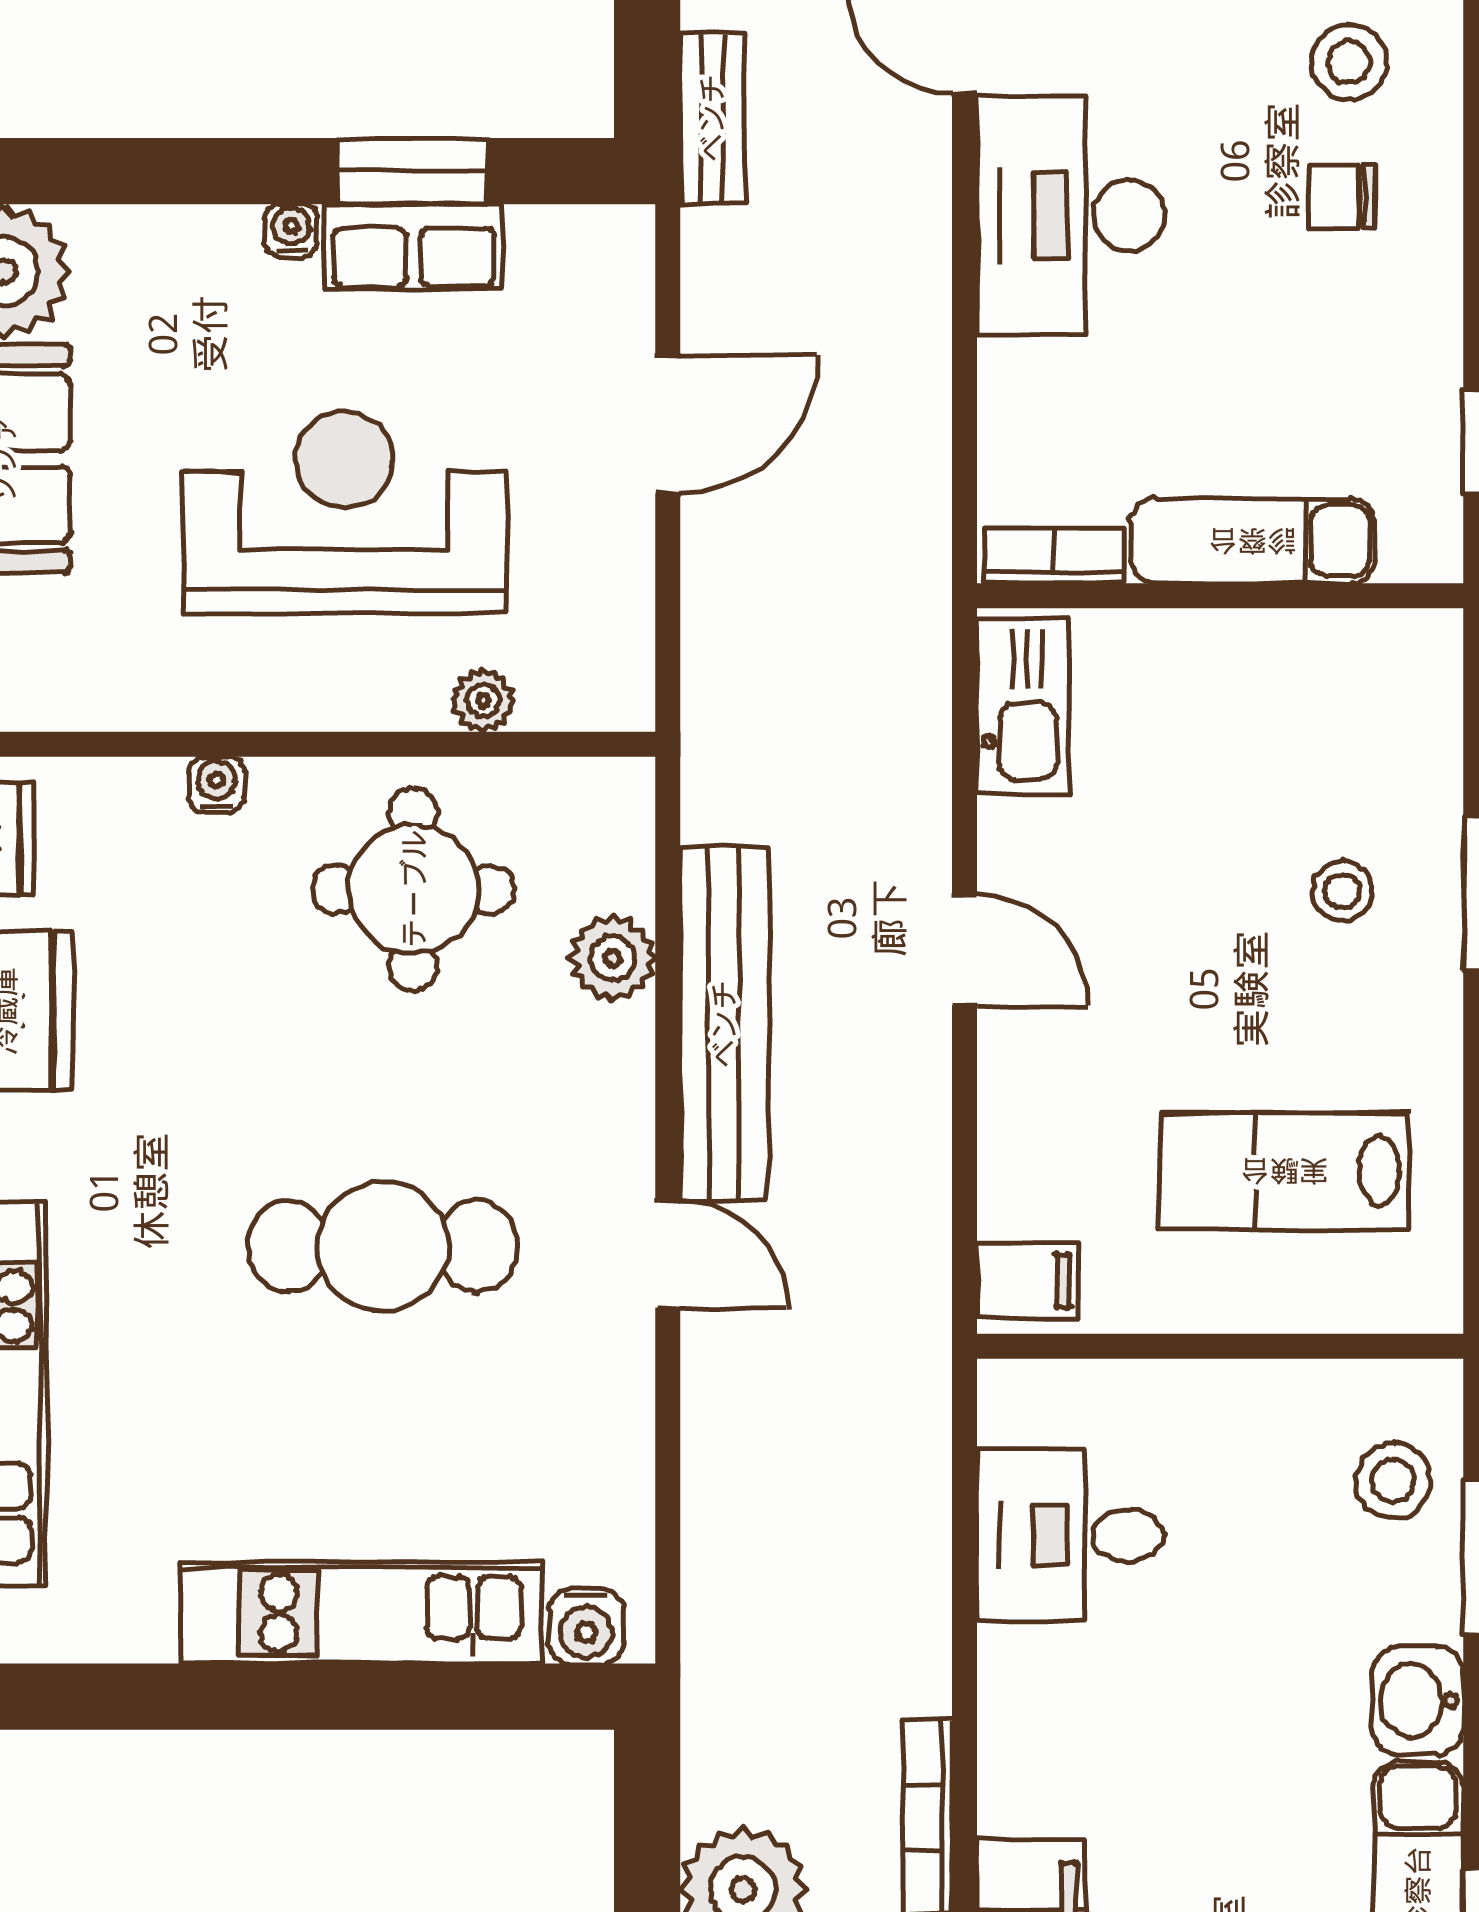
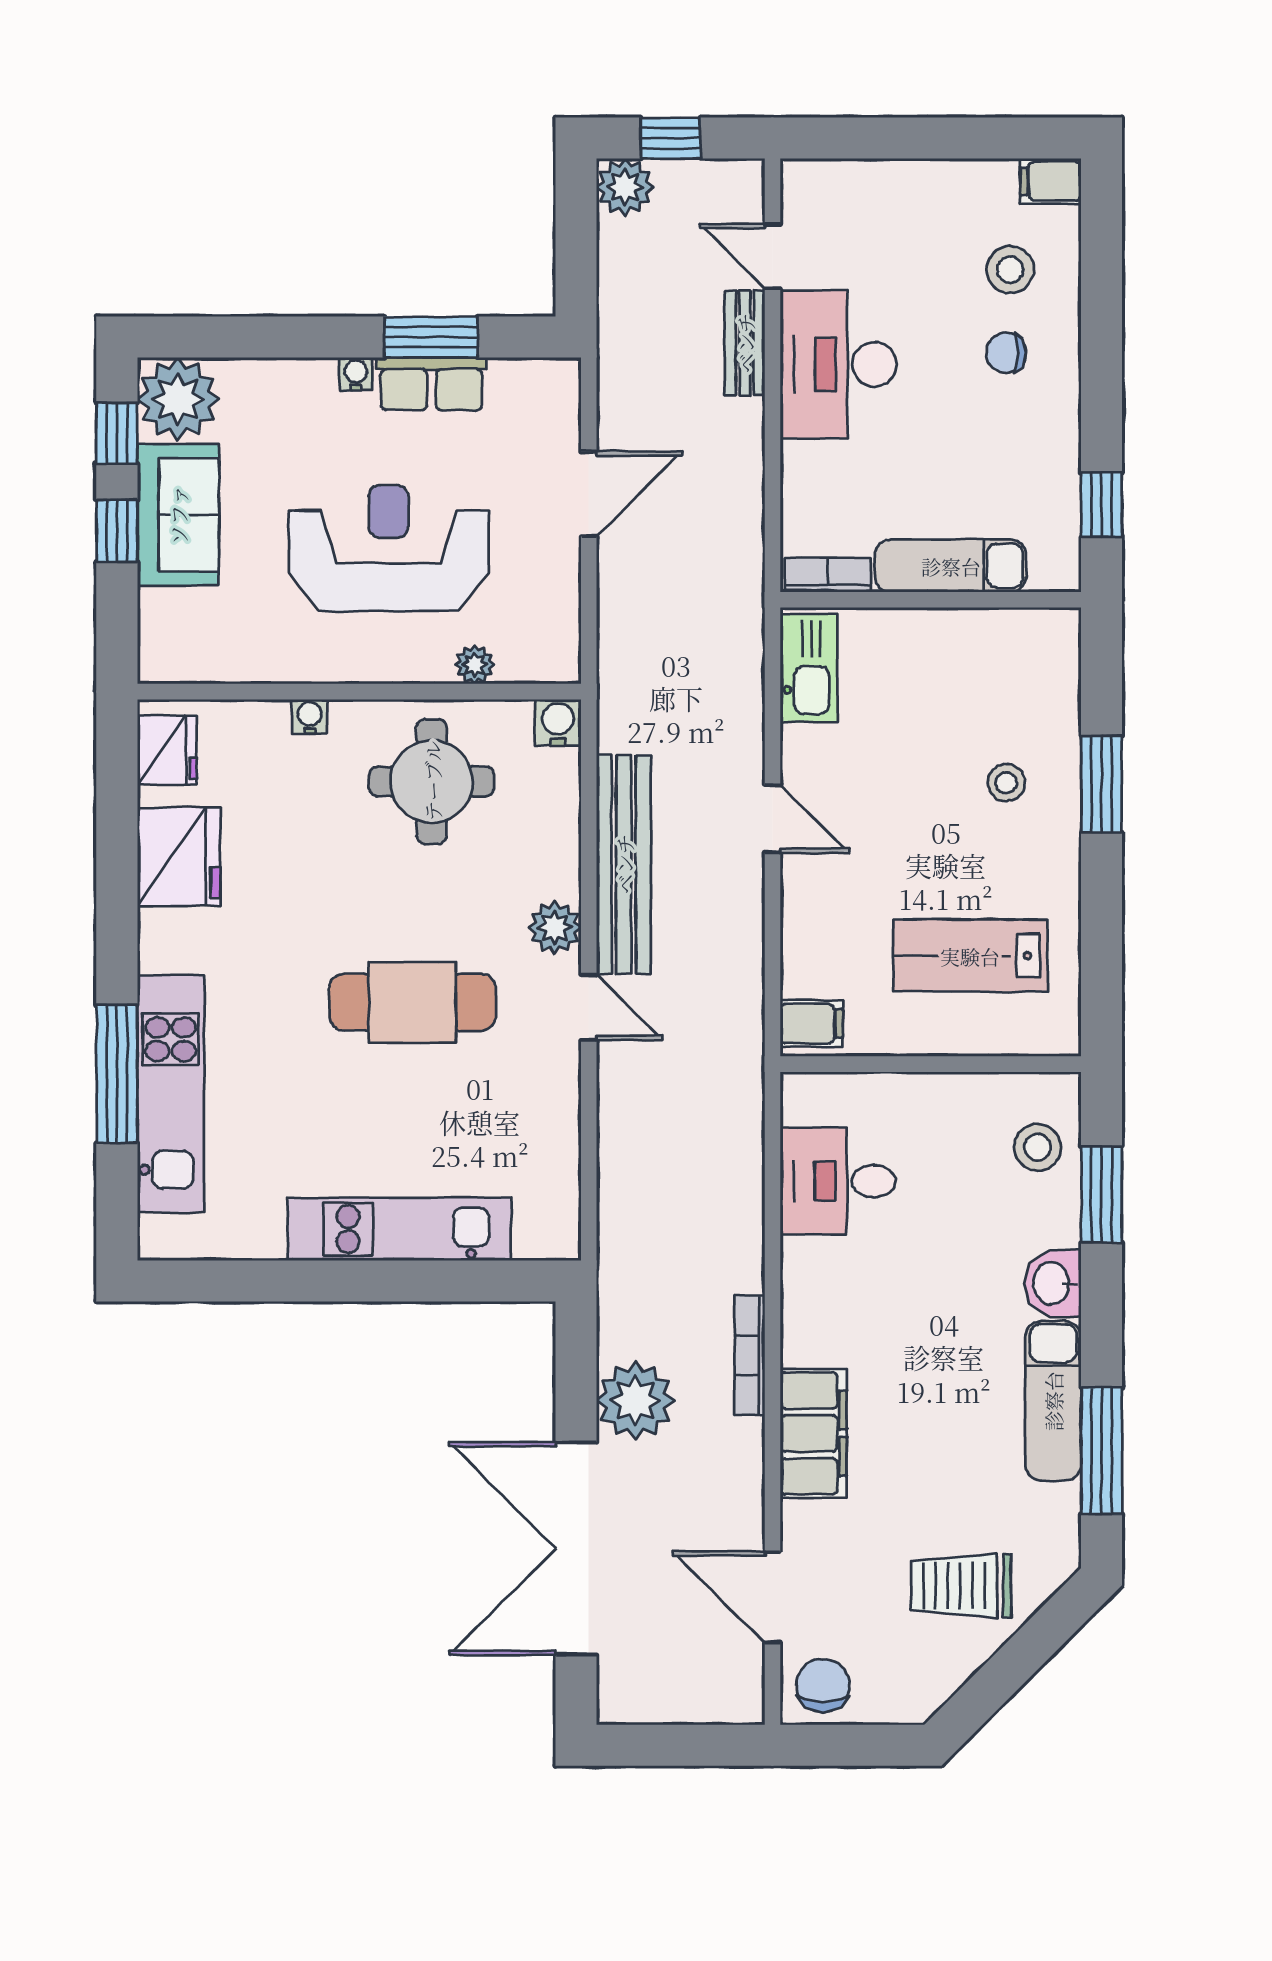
bench: (712, 118) -> (745, 343), moved
plant: (613, 958) -> (555, 928), moved
water cooler: (586, 1626) -> (558, 722), moved, turned 180

